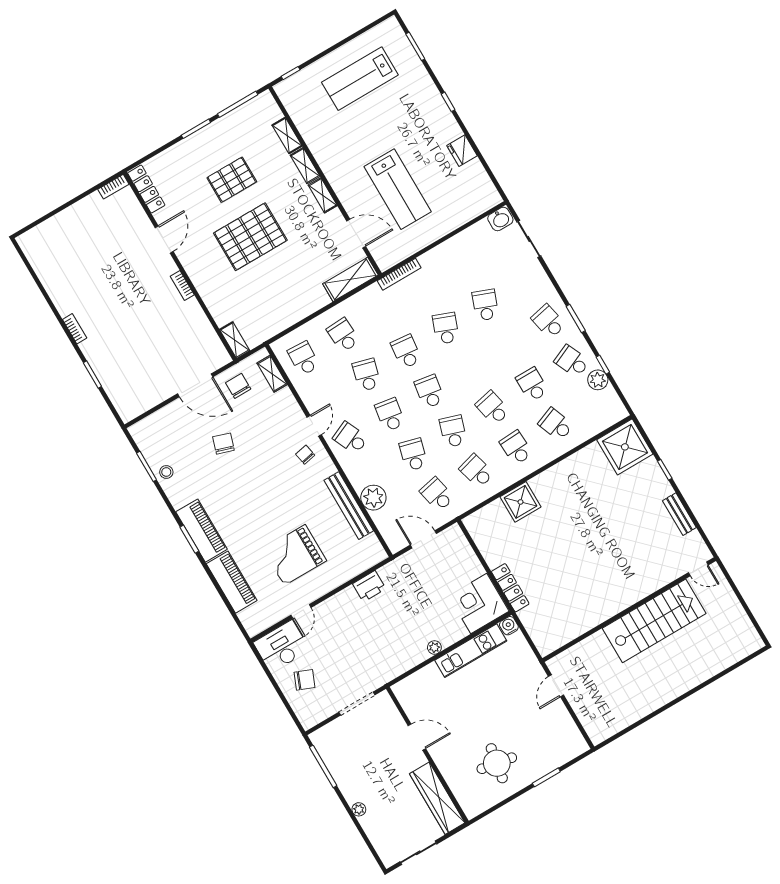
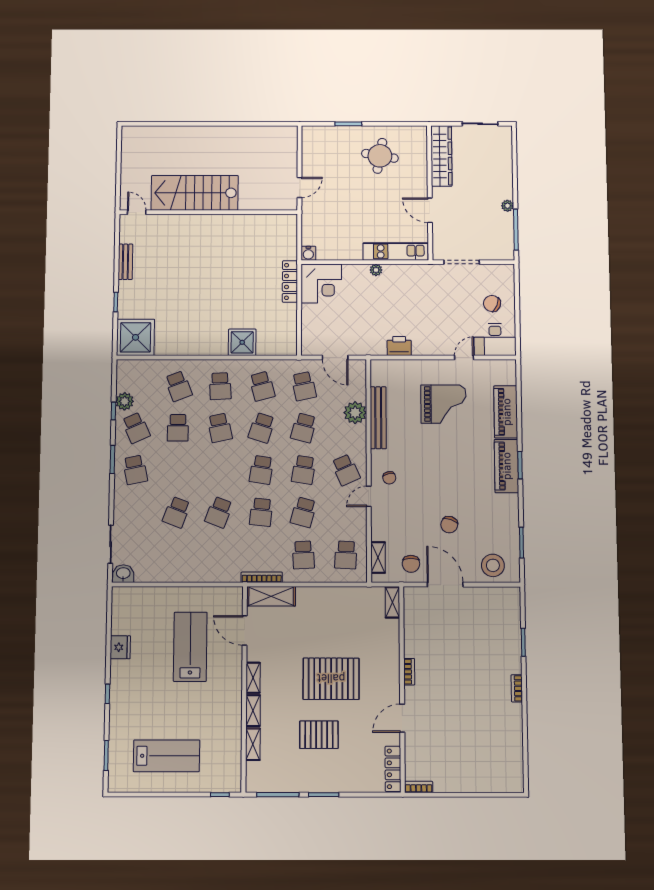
bookcase: (399, 274) -> (262, 577), moved
stool: (166, 472) -> (493, 565), moved, width x1.89, depth x1.89
kitchen unit: (471, 651) -> (396, 251), moved
plant: (359, 809) -> (507, 206), moved

